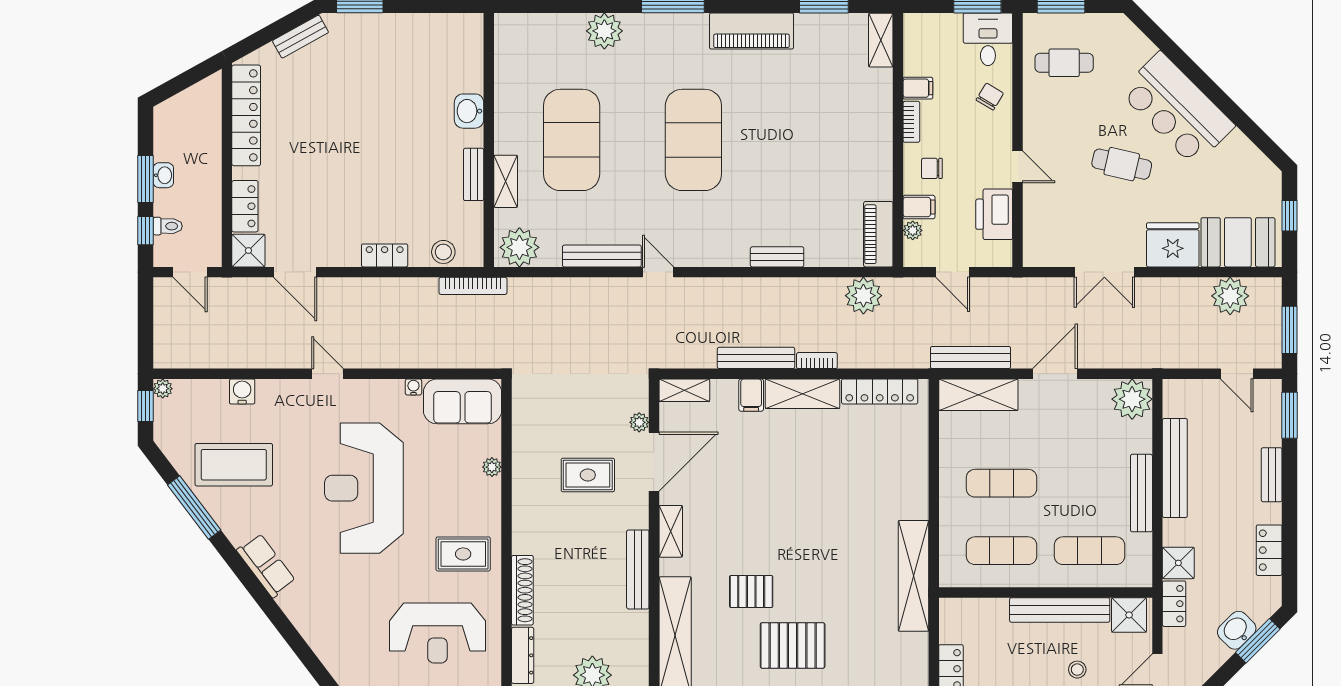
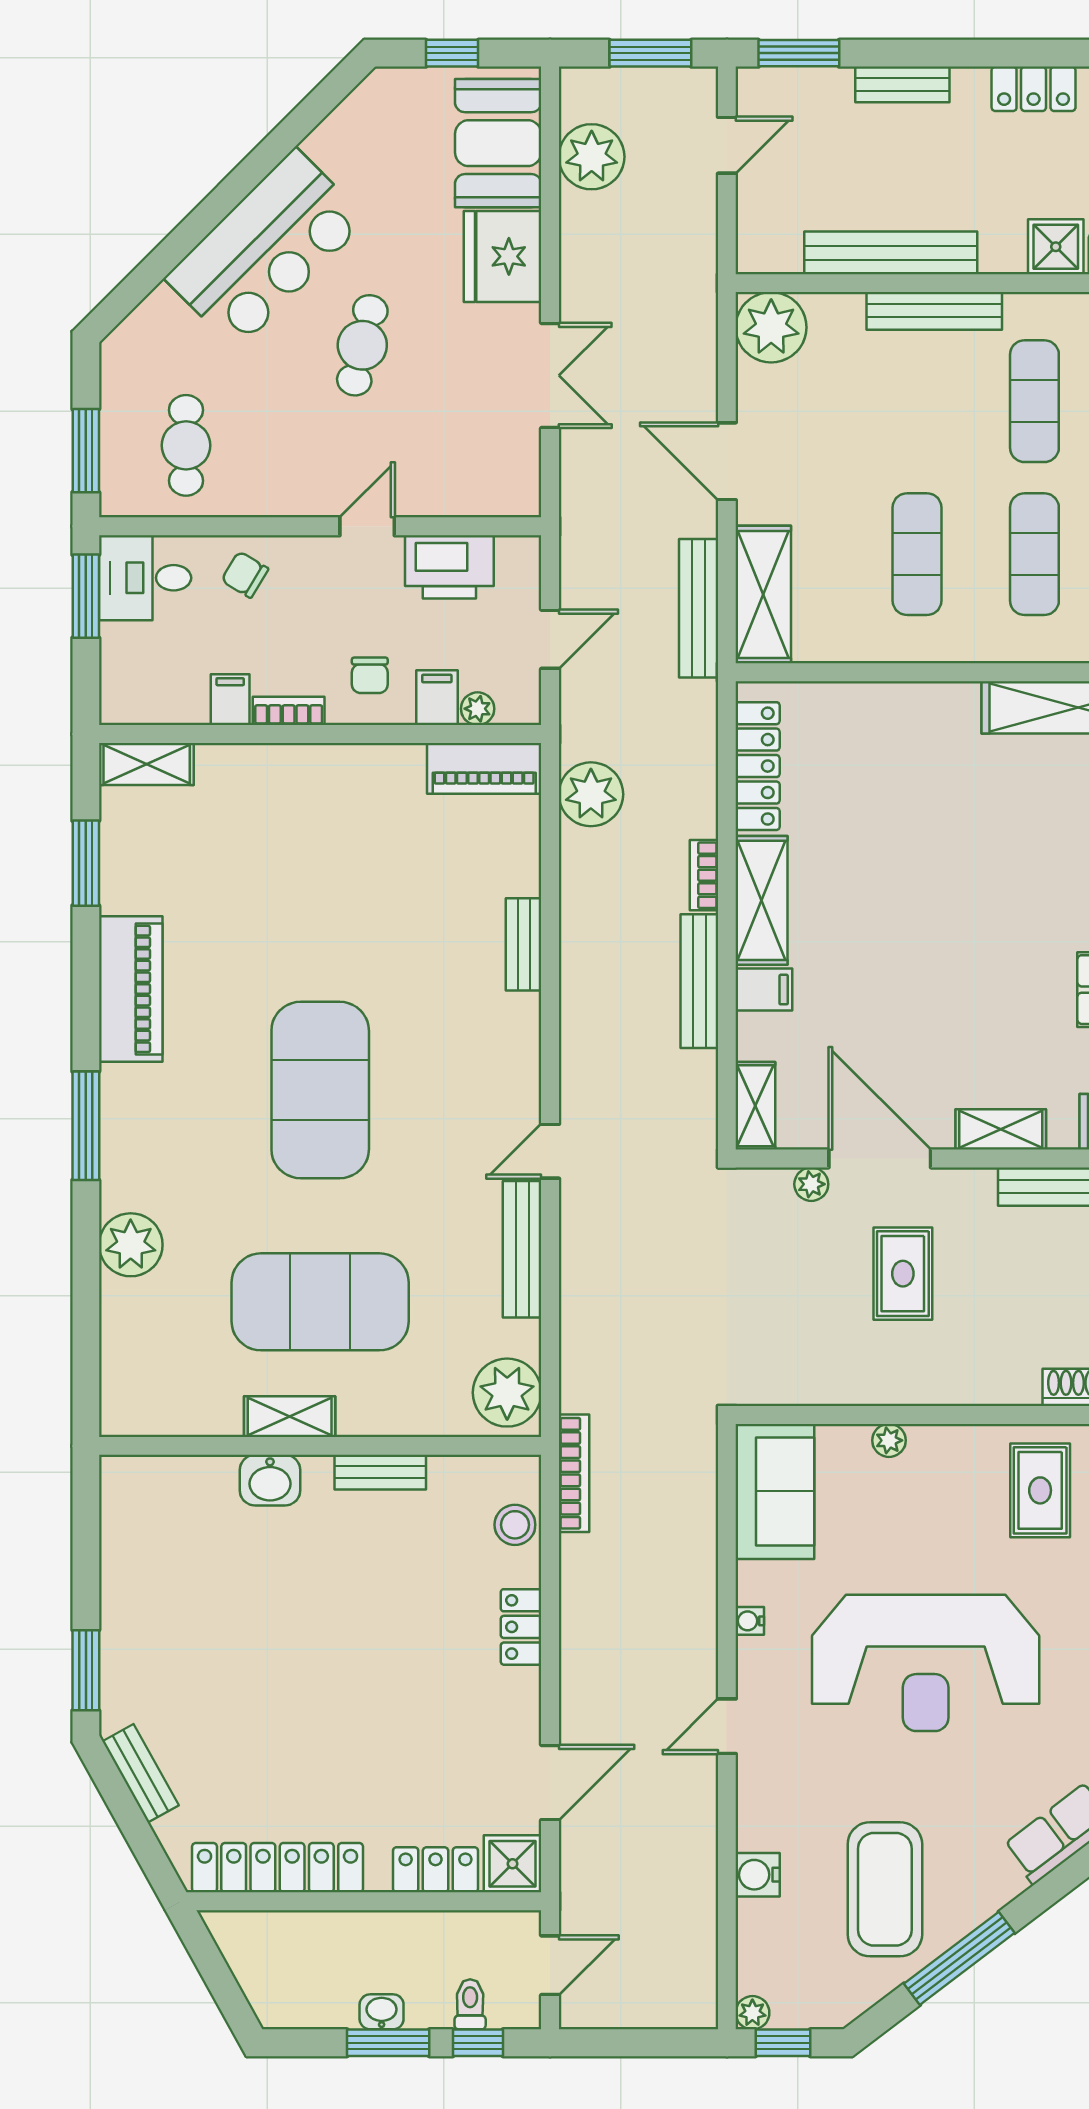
exercise mat: (693, 140) -> (320, 1090), turned 90
shelving: (506, 181) -> (290, 1417), moved
water cooler: (413, 387) -> (750, 1621), moved

